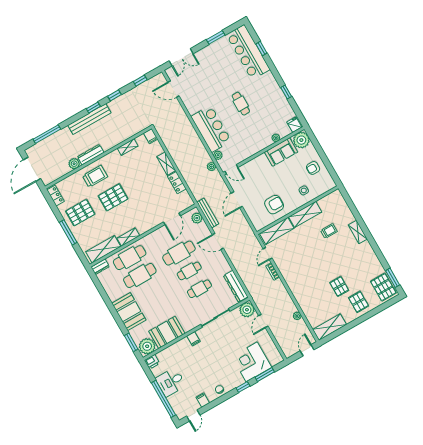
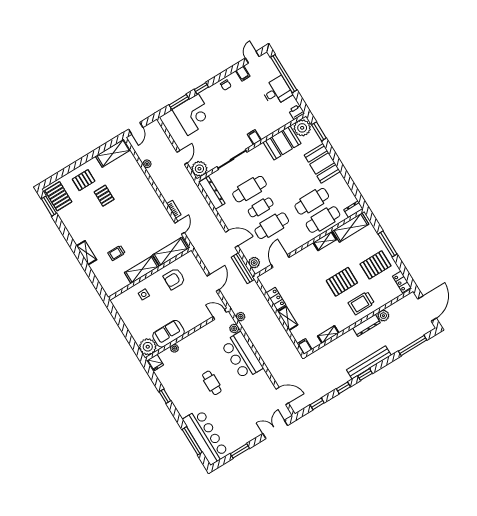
window: (261, 48) -> (192, 441), width x2.17
armchair: (313, 168) -> (135, 318), removed
cafe table: (199, 289) -> (249, 189), width x1.37, depth x1.35
pallet: (359, 302) -> (84, 180), turned 90

